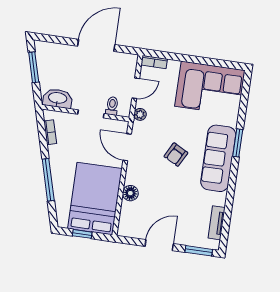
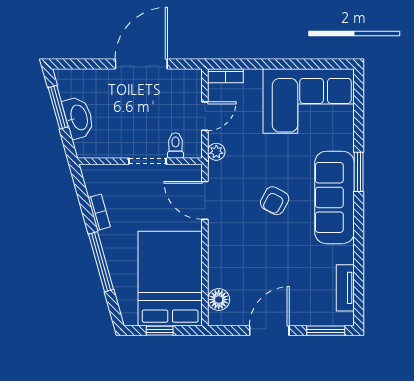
washbasin: (58, 98) -> (78, 118), moved, turned 74
bookcase: (50, 132) -> (99, 212), moved
floor lamp: (130, 193) -> (219, 300), moved

